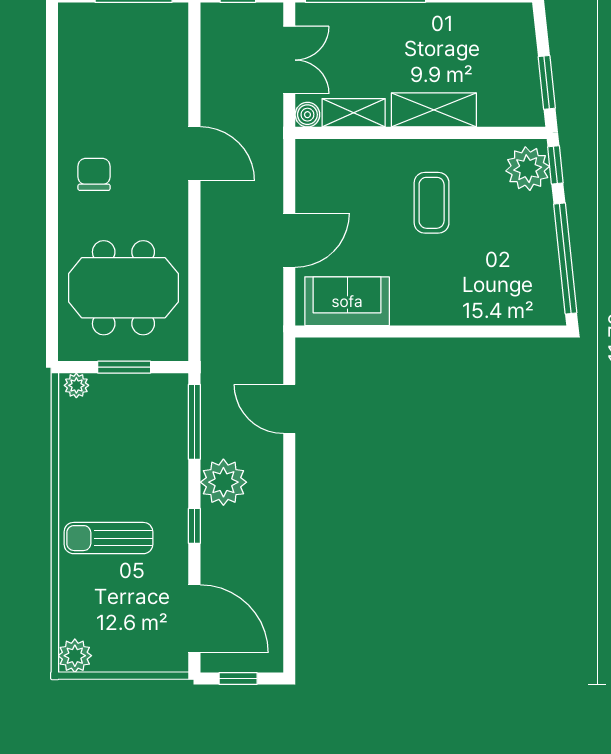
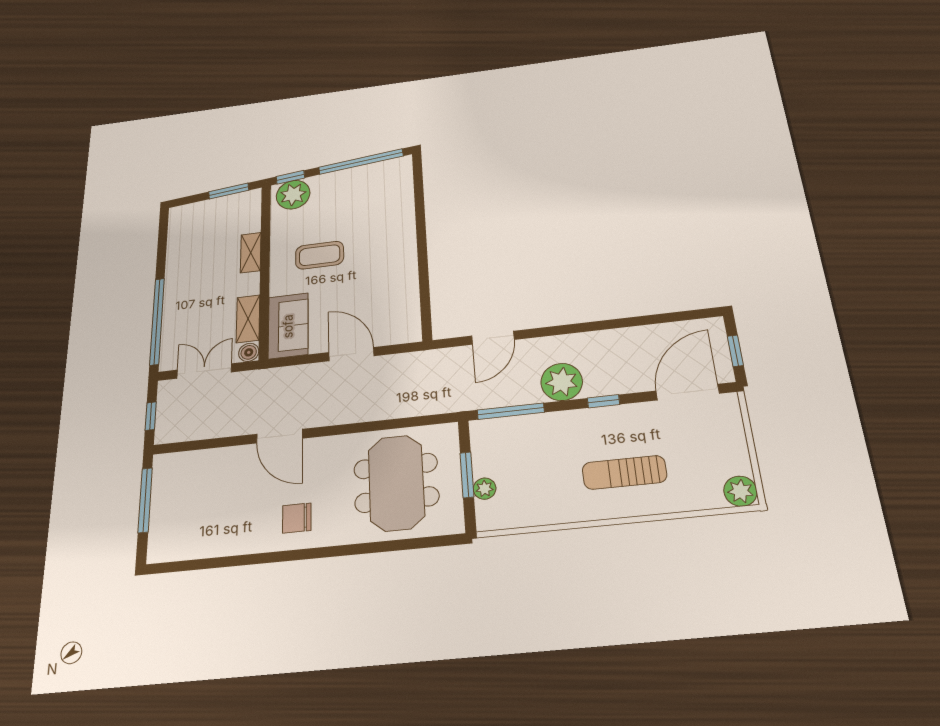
shelving: (434, 110) -> (251, 253), width x0.67, depth x0.75
door: (194, 154) -> (280, 436), swing flipped
sofa: (347, 301) -> (288, 326), moved, turned 180
plant: (76, 385) -> (485, 489), moved
sun lounger: (108, 538) -> (624, 472), turned 90

